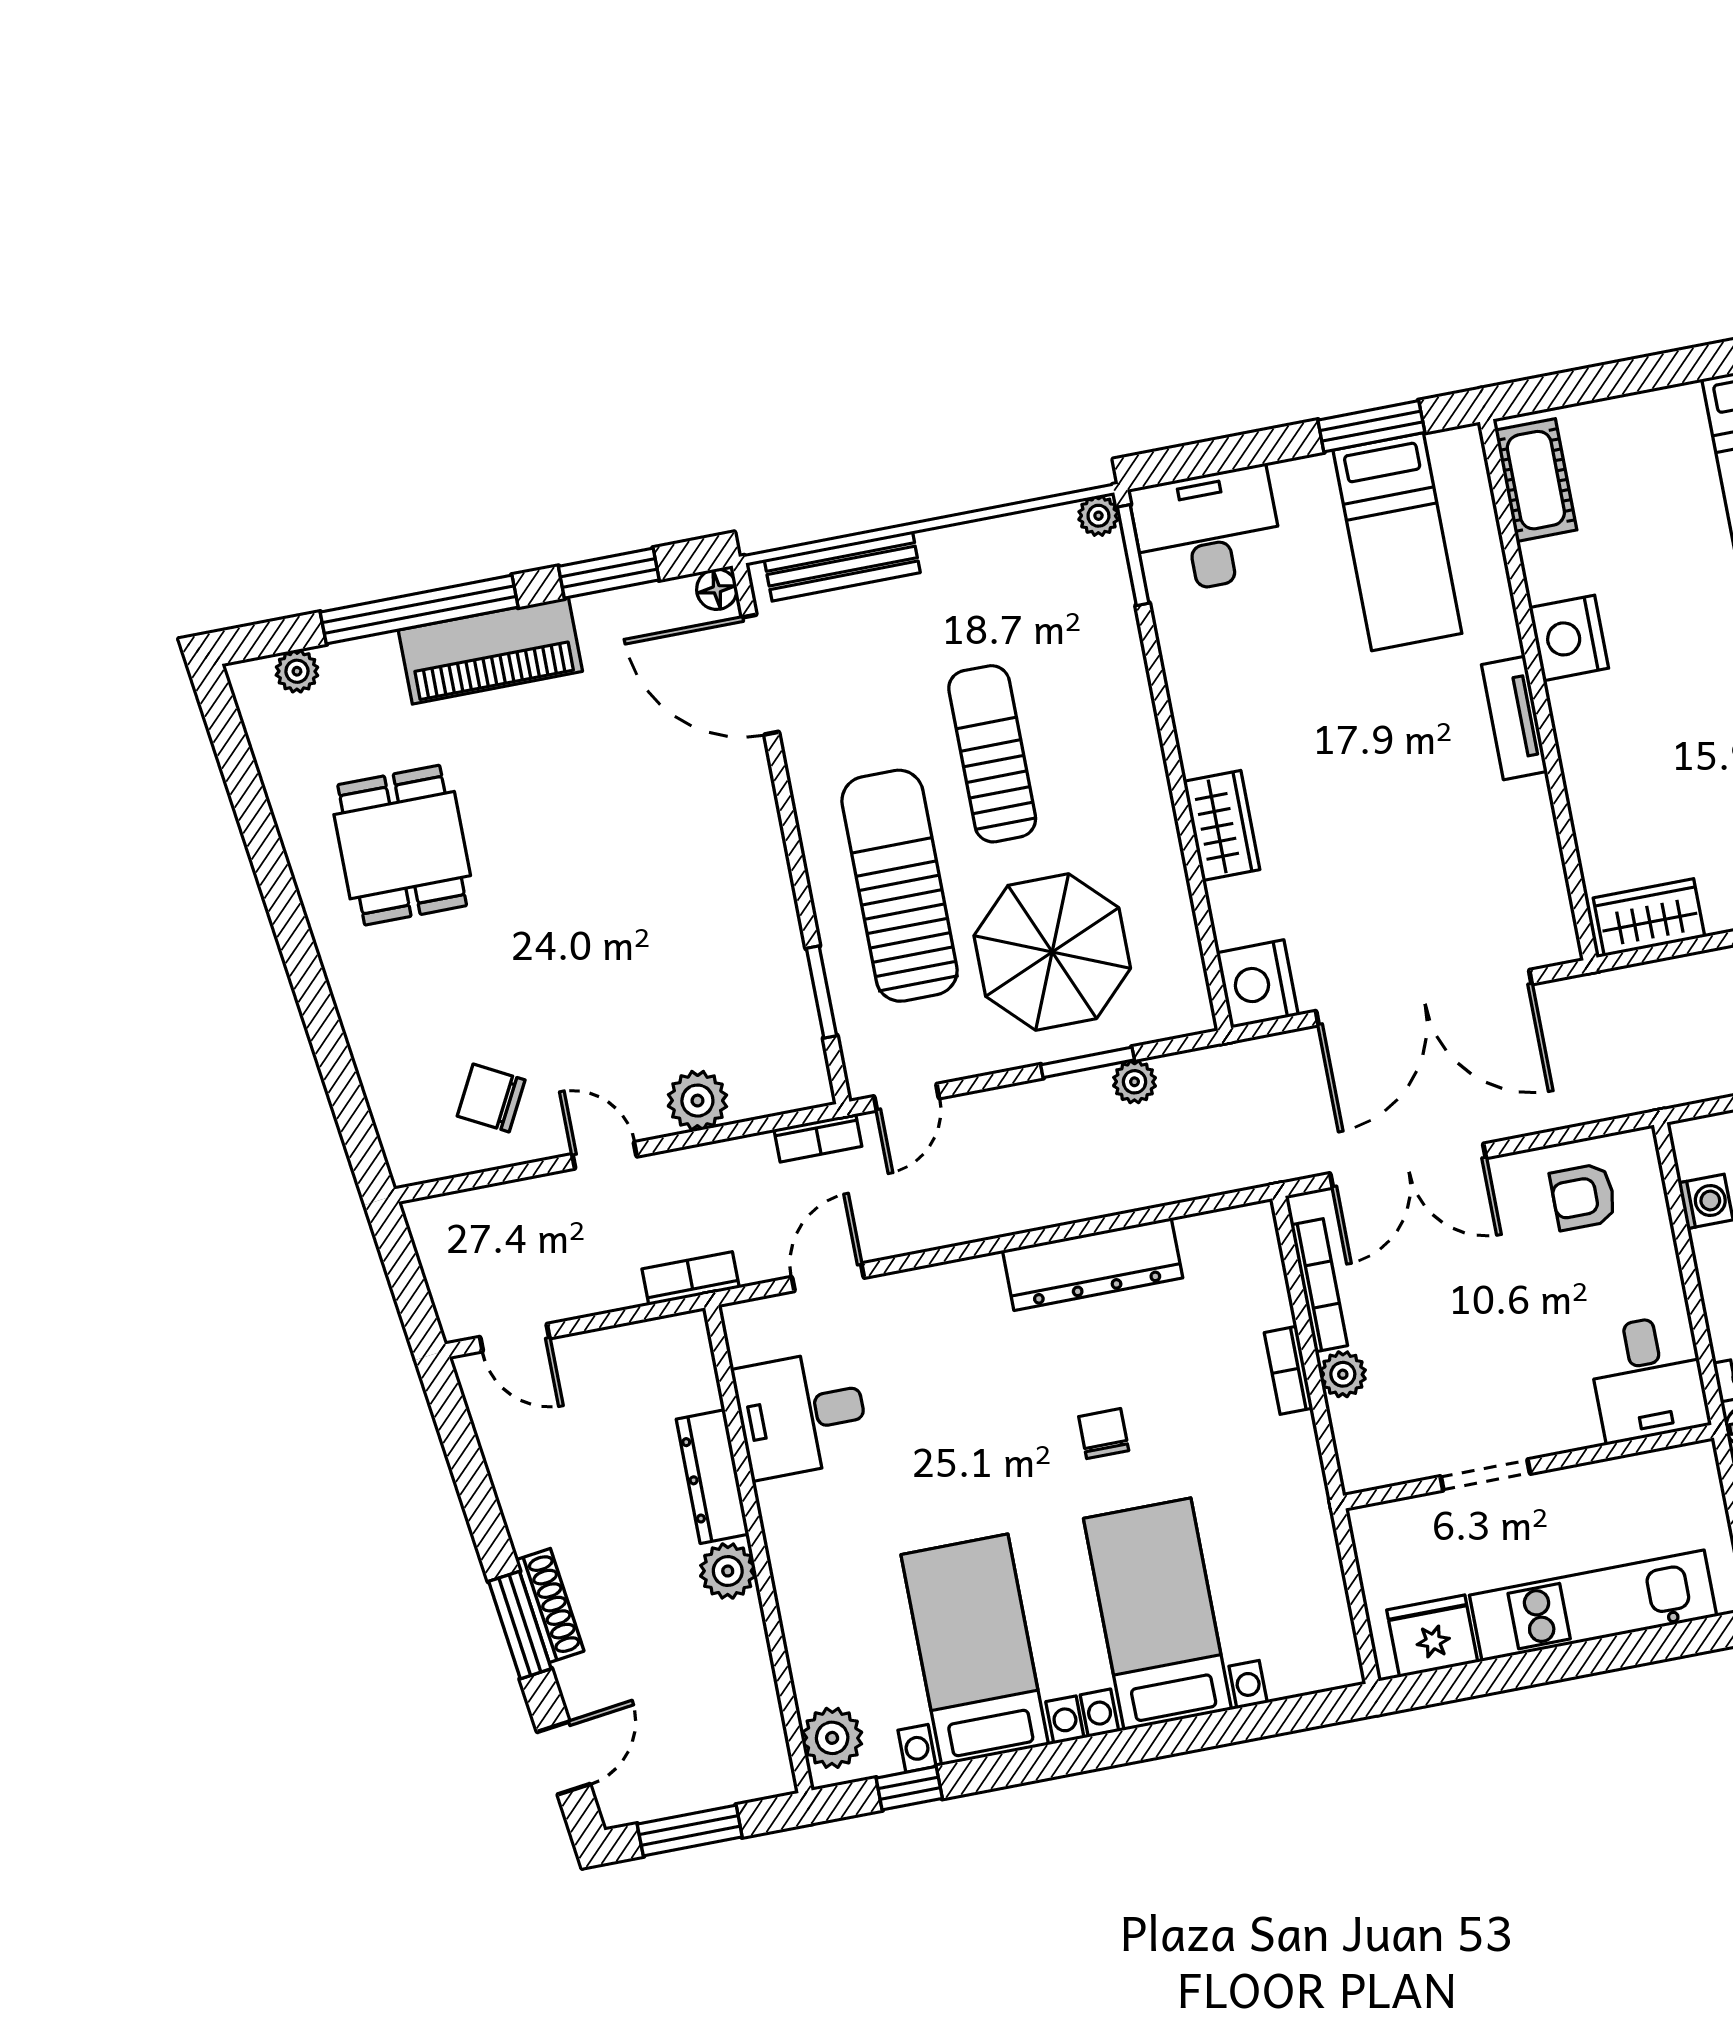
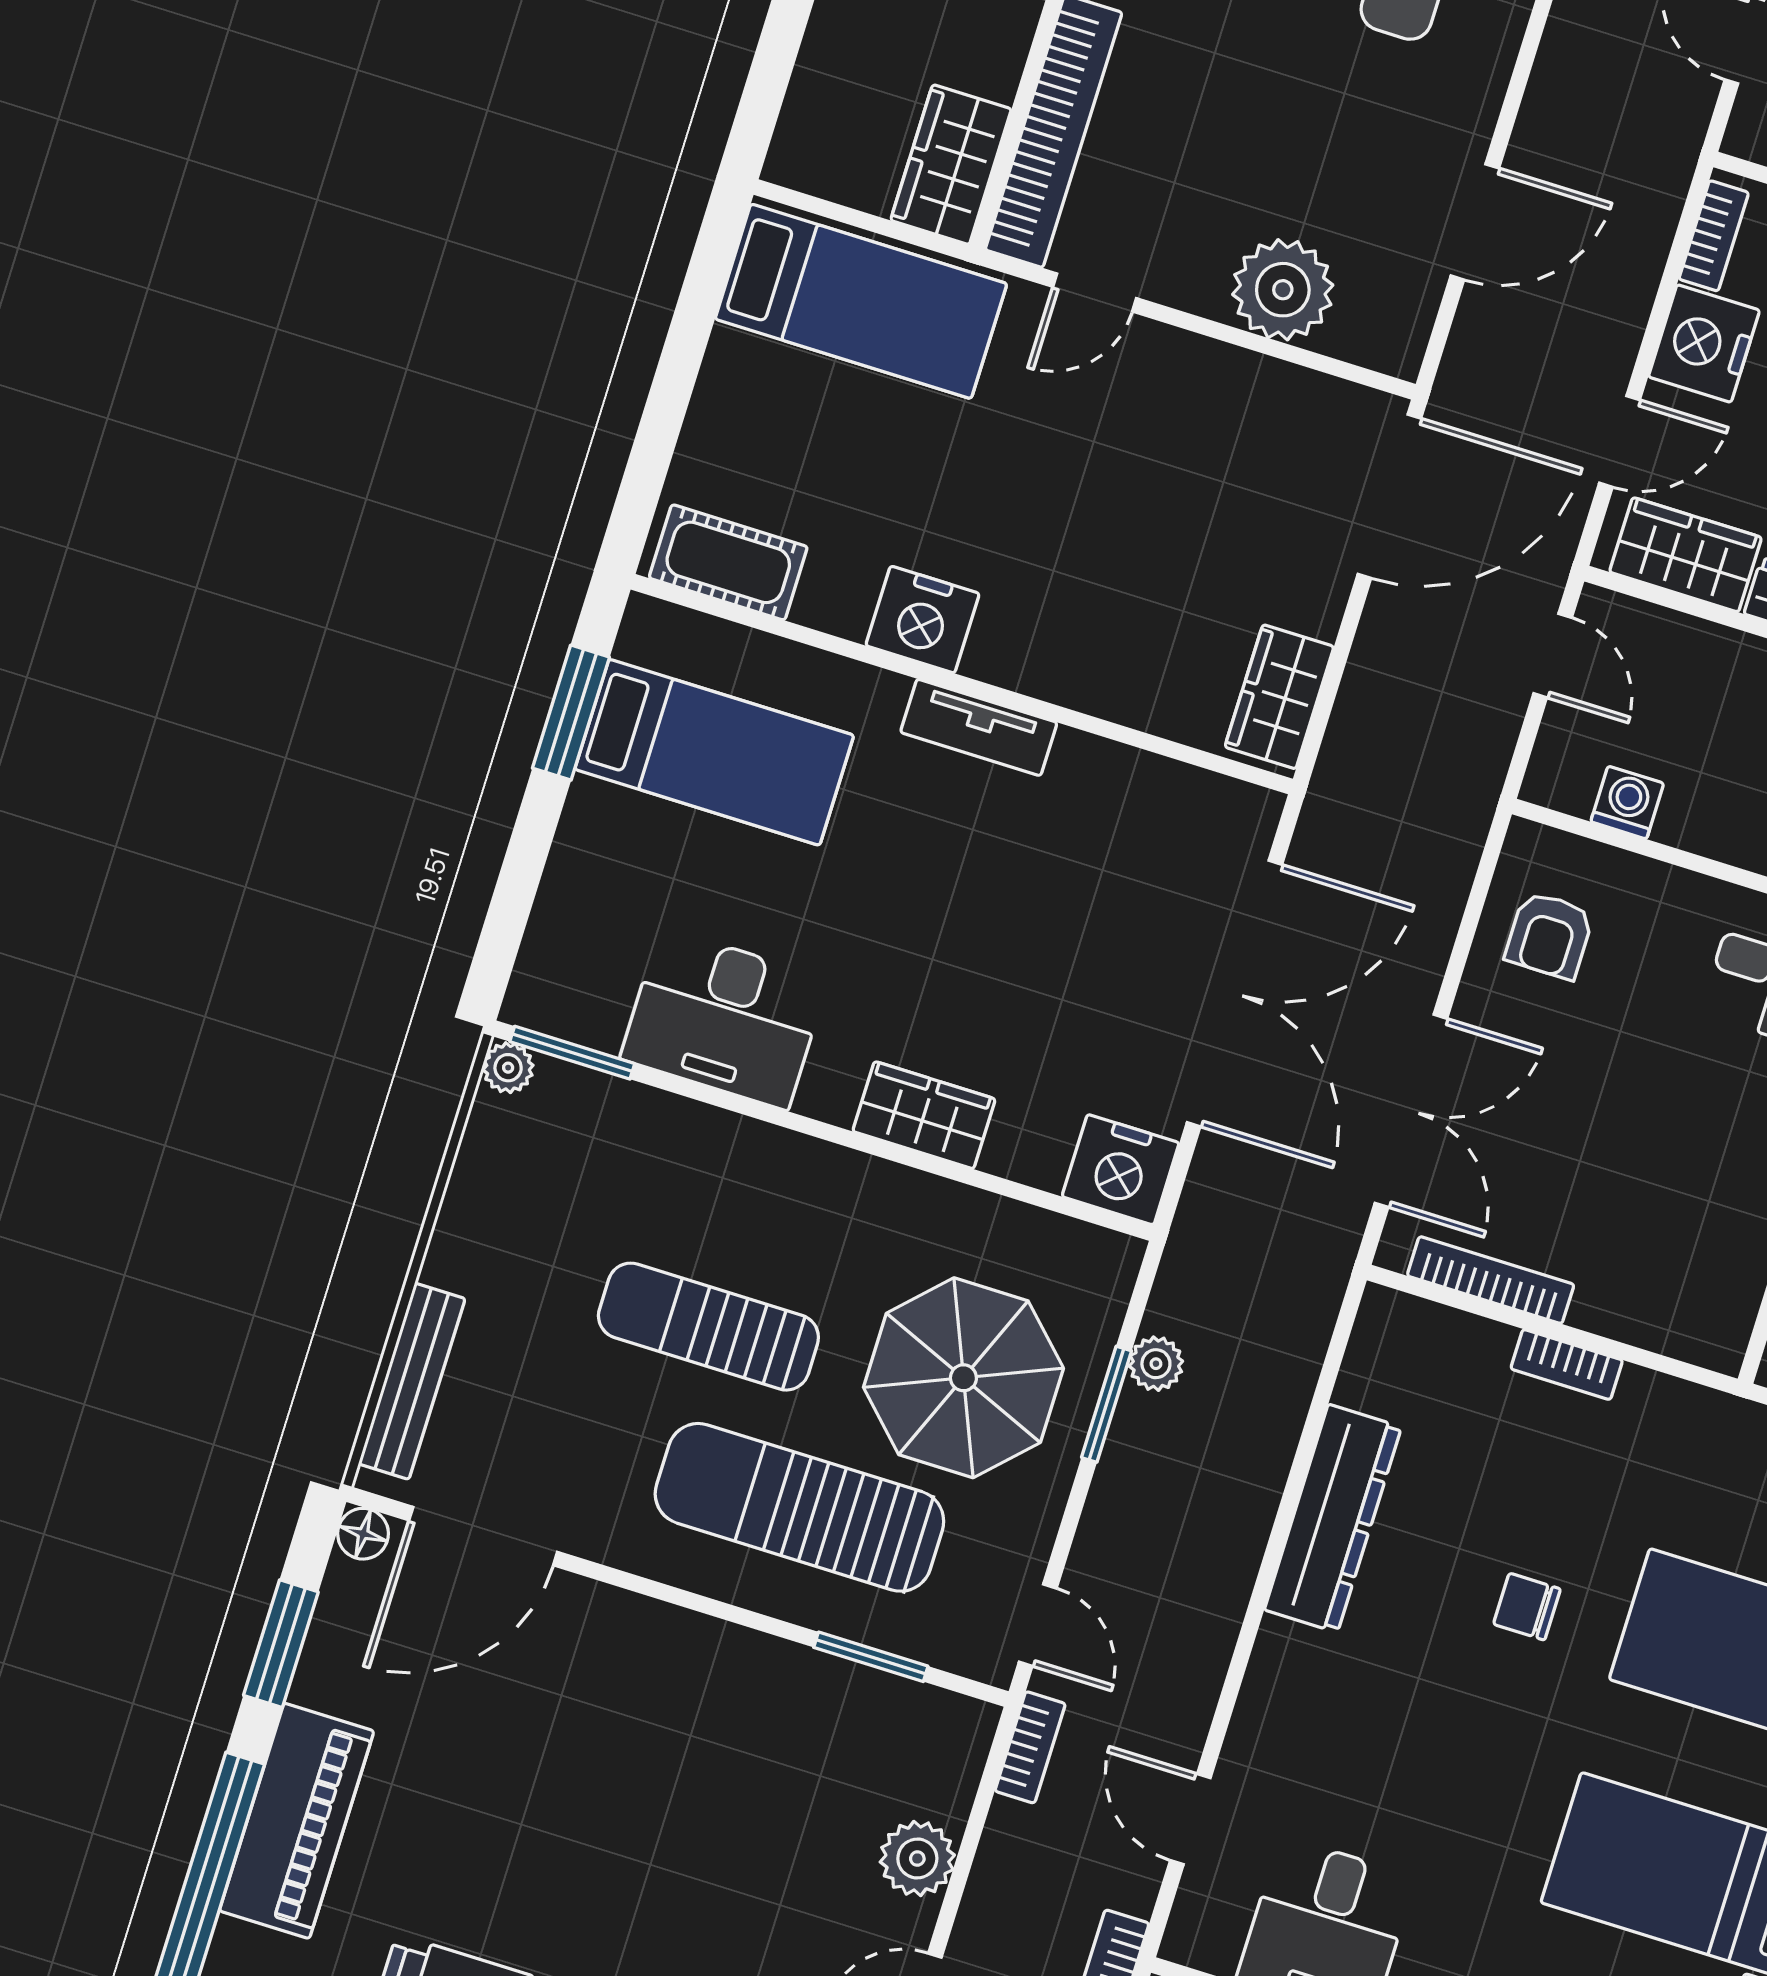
desk: (1207, 531) -> (724, 1019), moved, turned -90
plant: (1343, 1374) -> (1603, 1307), removed

